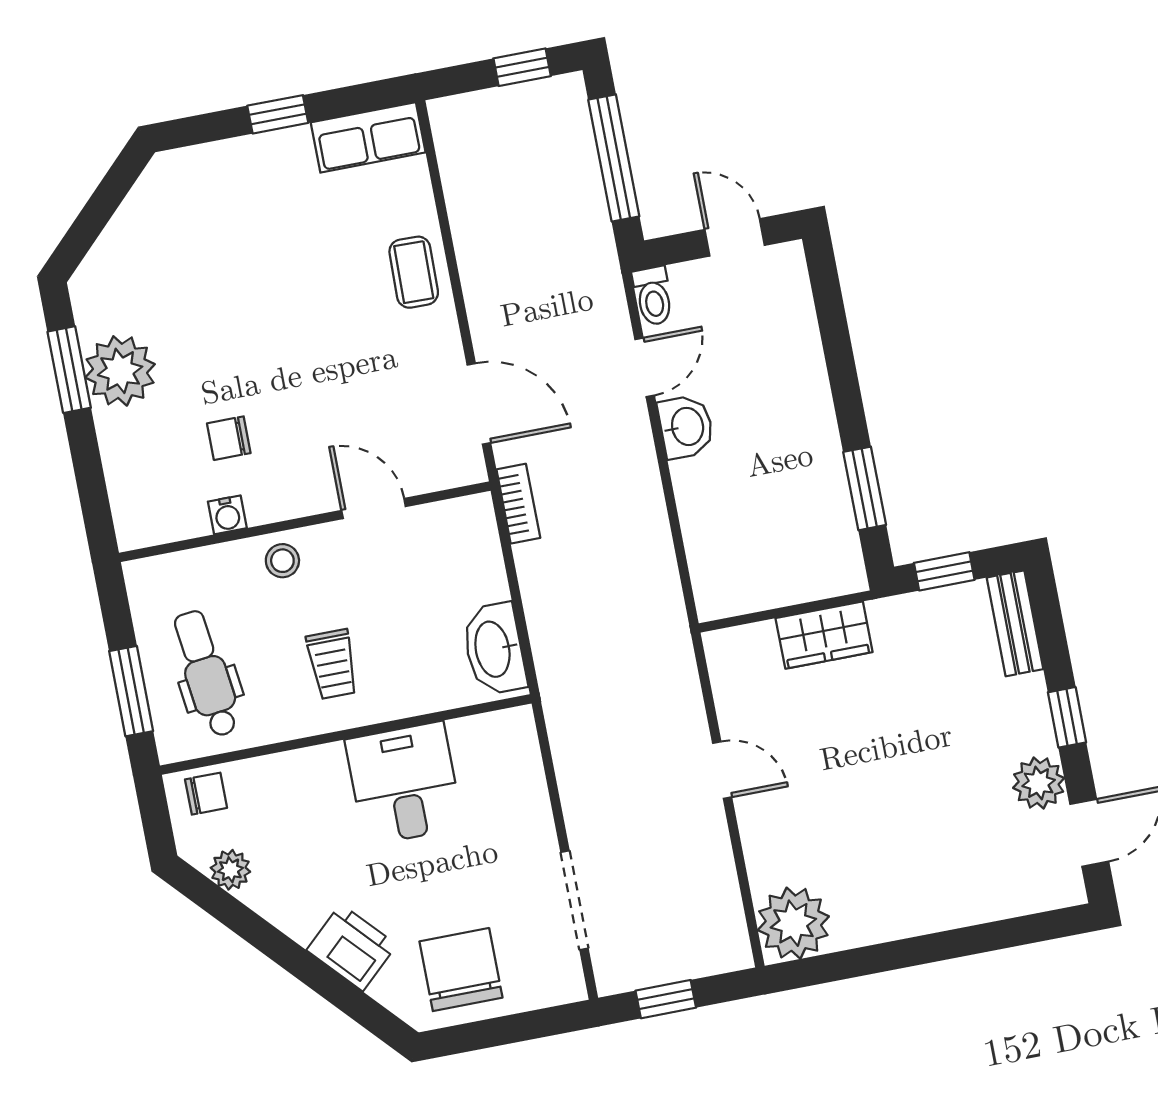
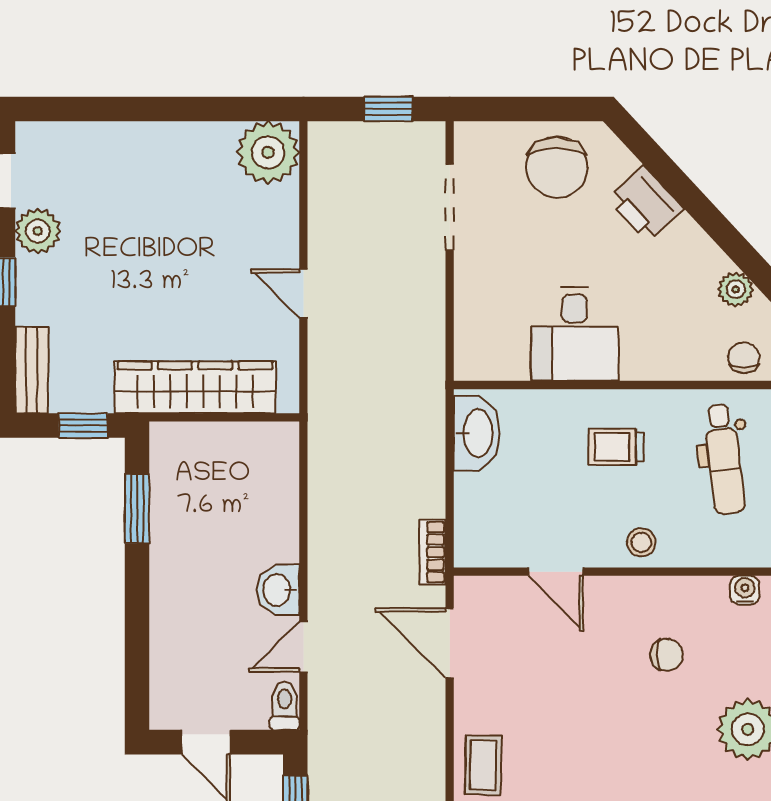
water cooler: (227, 515) -> (745, 590), moved
wardrobe: (824, 635) -> (195, 387), width x2.10, depth x1.17
trolley: (332, 664) -> (616, 447), turned -90
chair: (206, 794) -> (744, 358), turned 90

